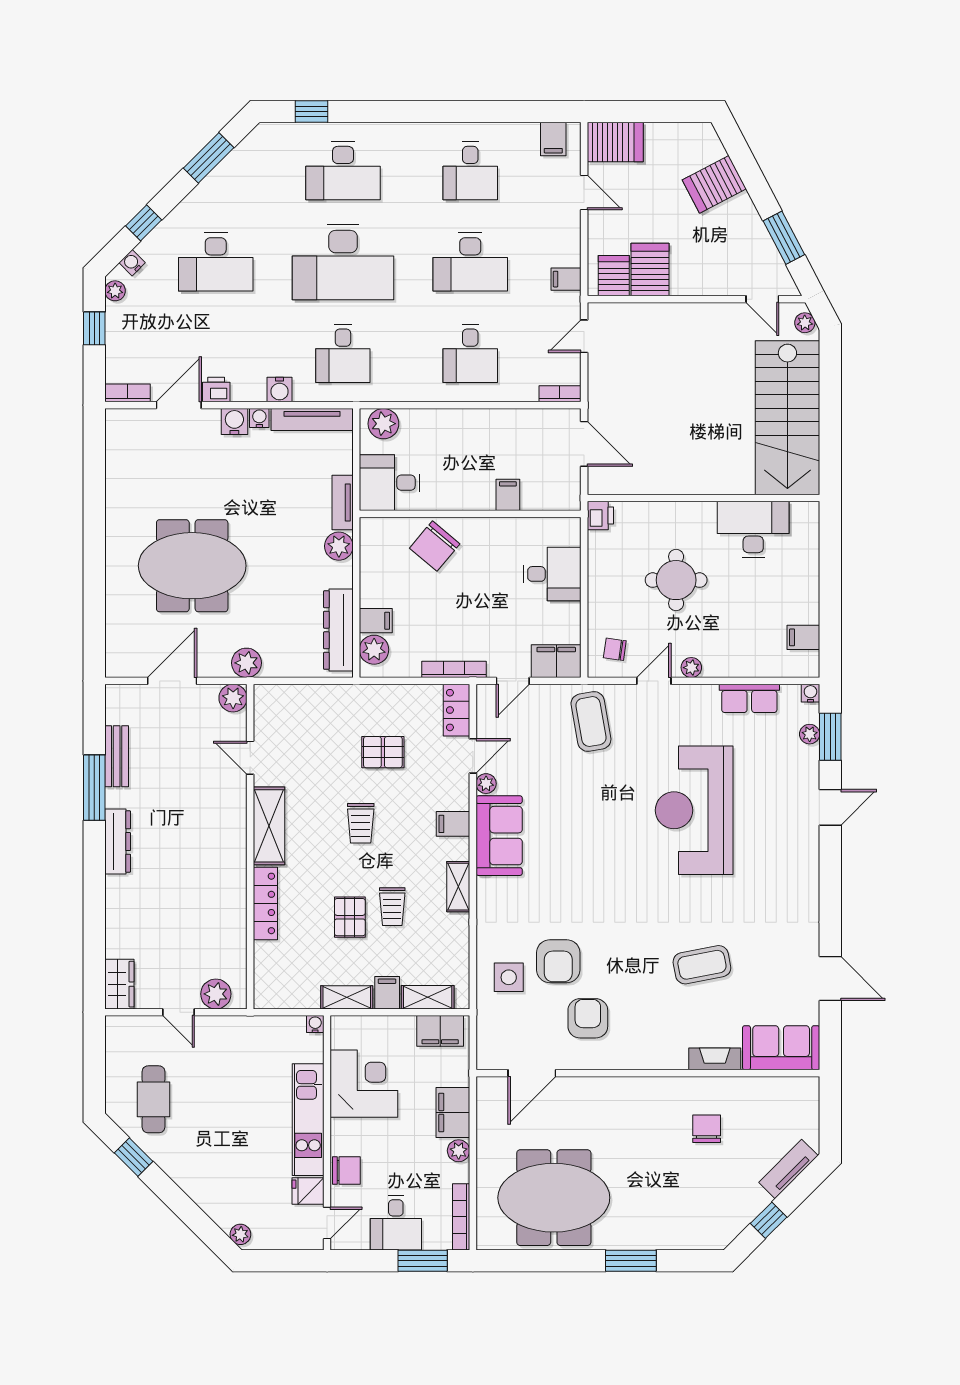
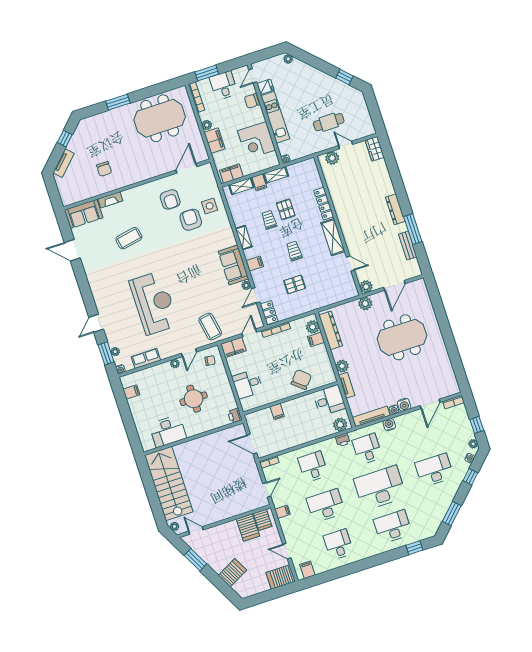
printer: (216, 390) -> (343, 440), moved
cafe table: (153, 1099) -> (329, 122), moved, turned 90

